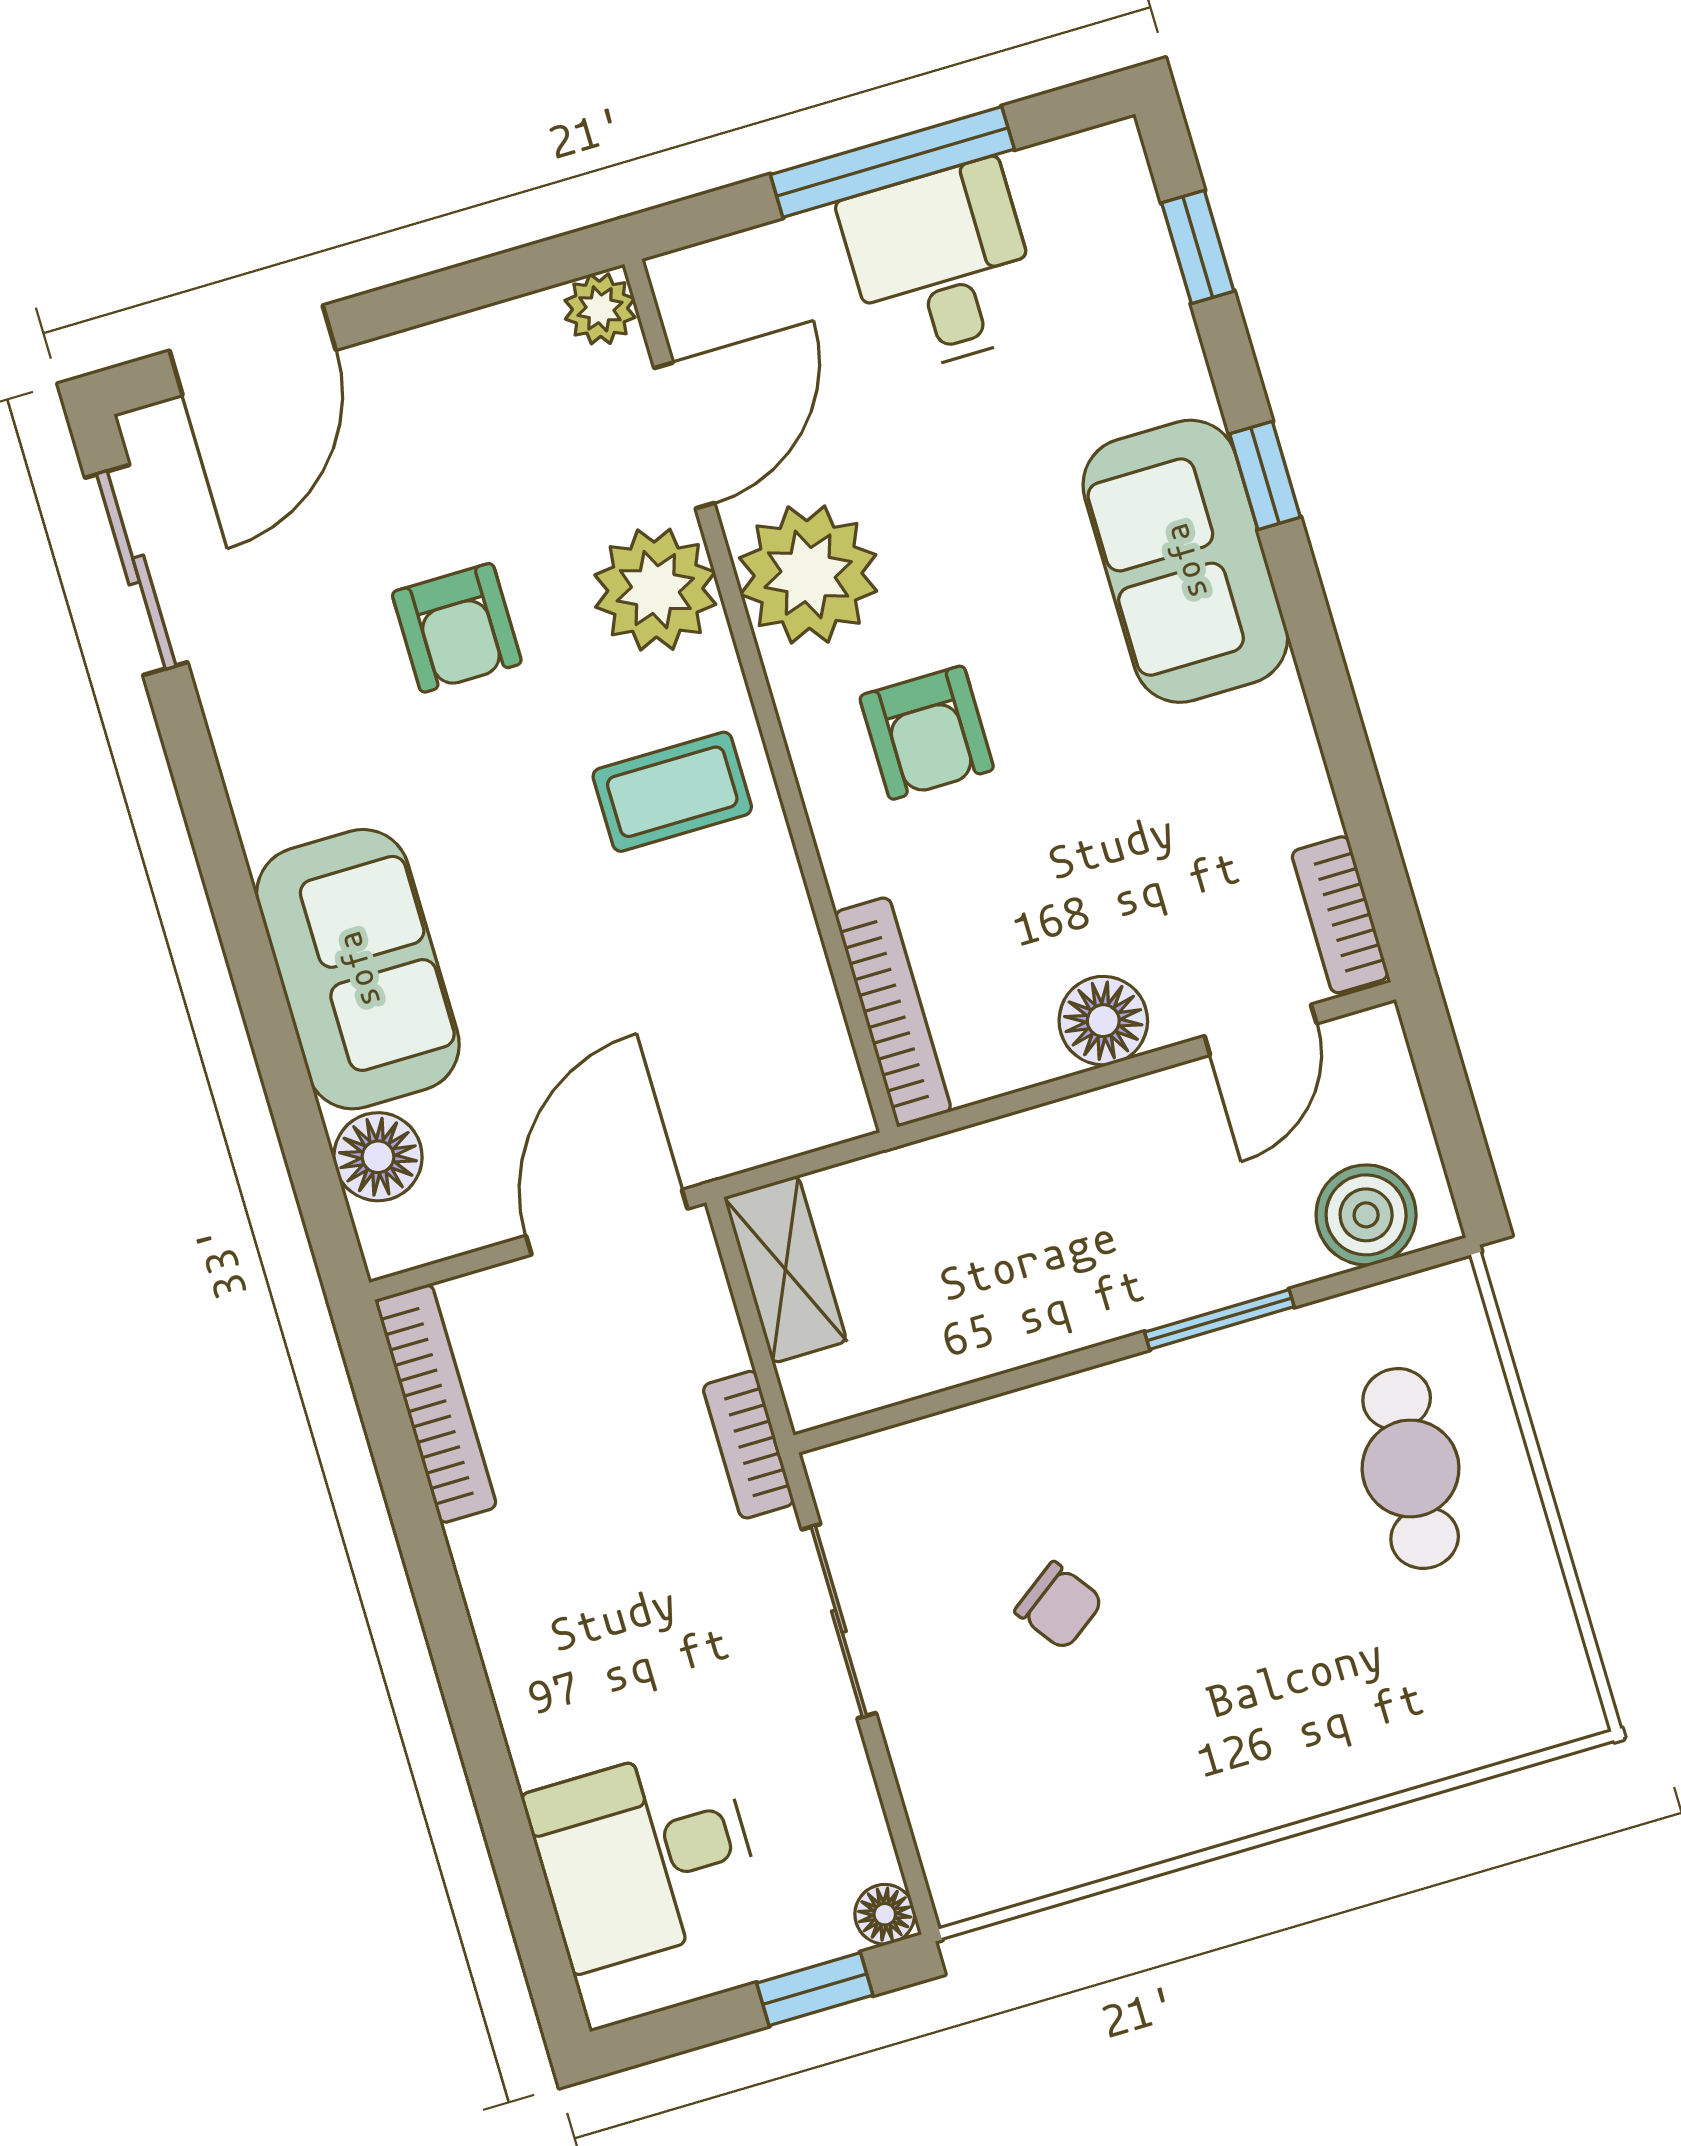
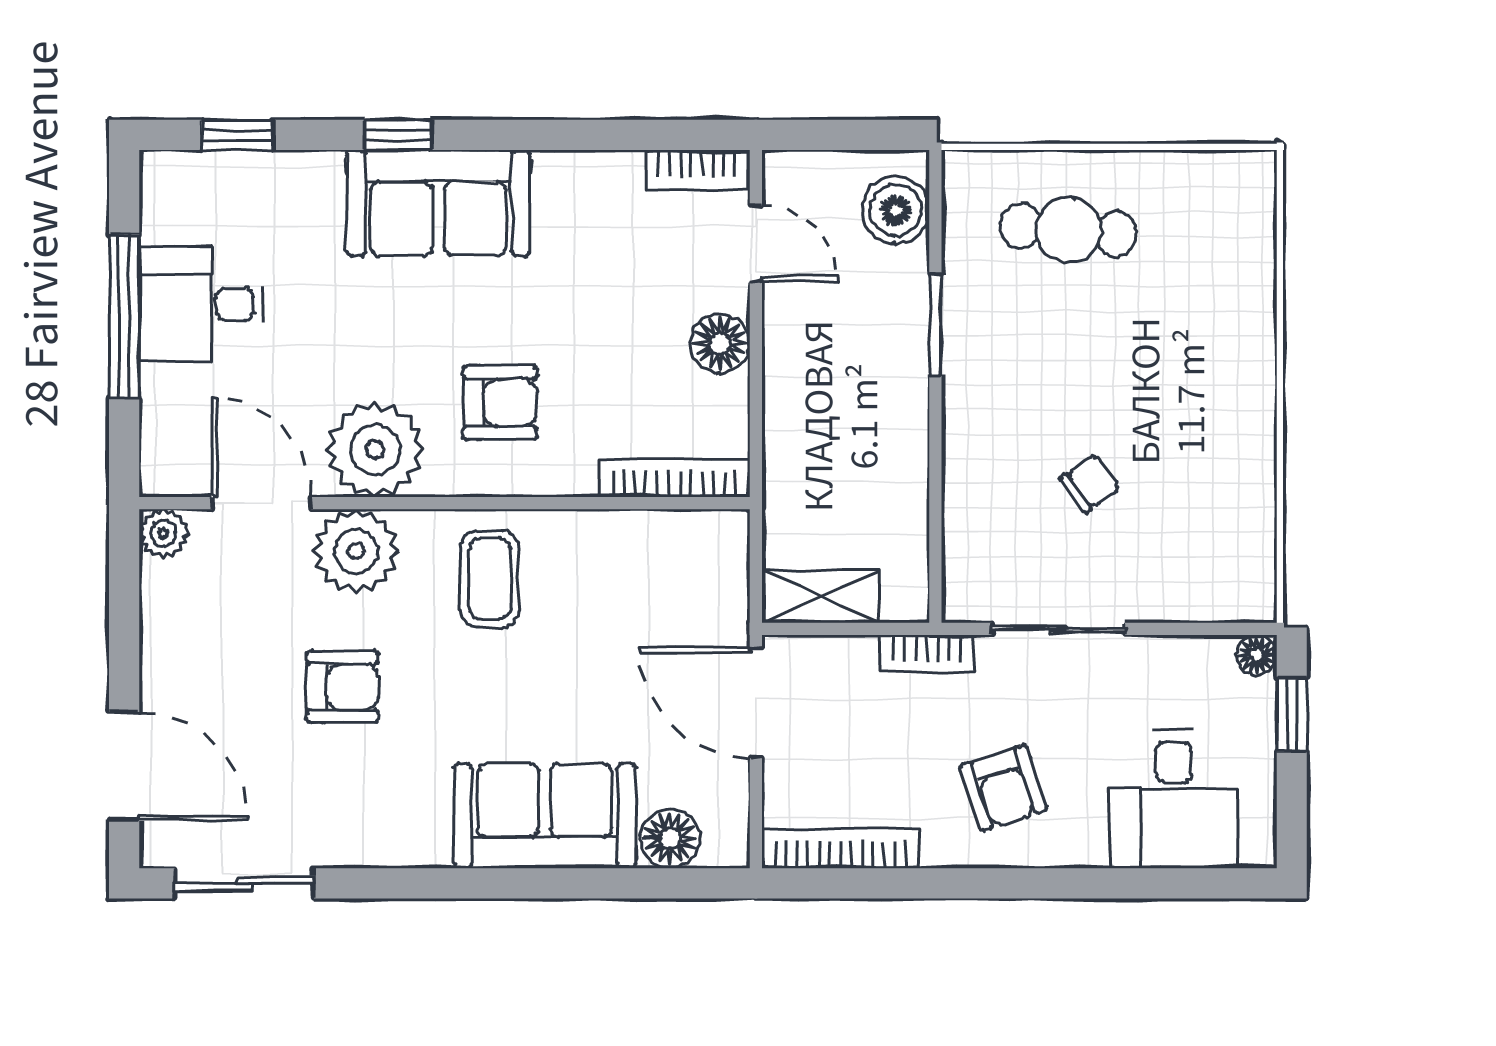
armchair: (590, 1610) -> (1003, 788), added

